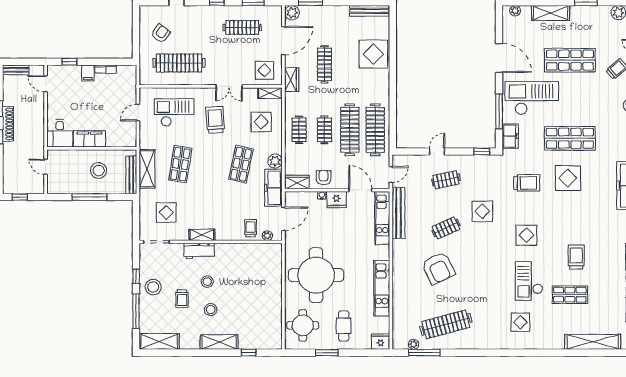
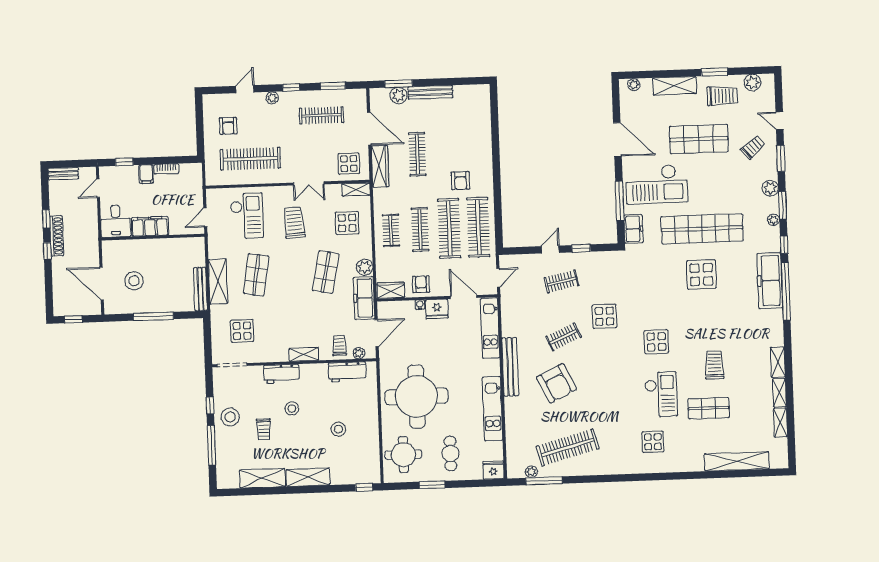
plant: (200, 11) -> (272, 98), added
bench: (369, 11) -> (430, 92), moved
plant: (292, 13) -> (399, 96), moved
armchair: (161, 34) -> (228, 126), turned 144
door: (283, 41) -> (369, 129), hinge flipped
display table: (373, 54) -> (473, 140), removed
wardrobe: (292, 80) -> (380, 166), width x1.50
door: (46, 84) -> (98, 188), hinge flipped
armchair: (361, 89) -> (460, 181), added
checkout: (532, 98) -> (657, 184), turned 180
checkout: (174, 113) -> (247, 216), turned 90
clothes rail: (324, 130) -> (420, 229), width x1.36
desk: (60, 133) -> (116, 221), moved
shop shelf: (570, 138) -> (702, 229), width x1.40
filing cabinet: (89, 139) -> (150, 226), moved
wall: (92, 148) -> (153, 237), moved
window: (482, 151) -> (581, 248), moved
door: (46, 167) -> (102, 284), width x1.88
stool: (99, 171) -> (134, 281), moved
trolley: (527, 183) -> (722, 96), moved
bench: (399, 213) -> (510, 367), moved
shelving: (202, 235) -> (304, 354), moved
workbench: (256, 252) -> (347, 372), added
checkout: (529, 281) -> (661, 394), turned 180
stool: (211, 310) -> (338, 429), moved
shelving: (159, 341) -> (263, 478), moved
window: (249, 353) -> (364, 487), moved

